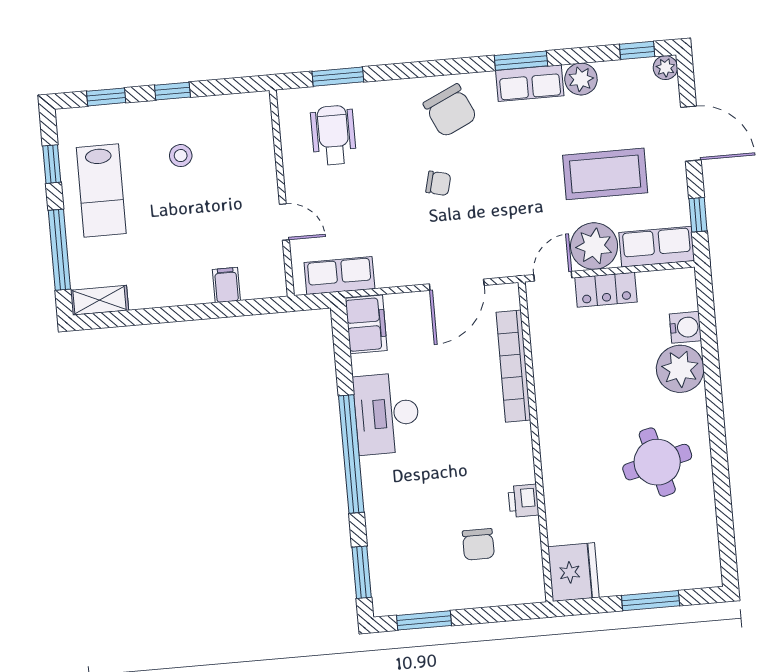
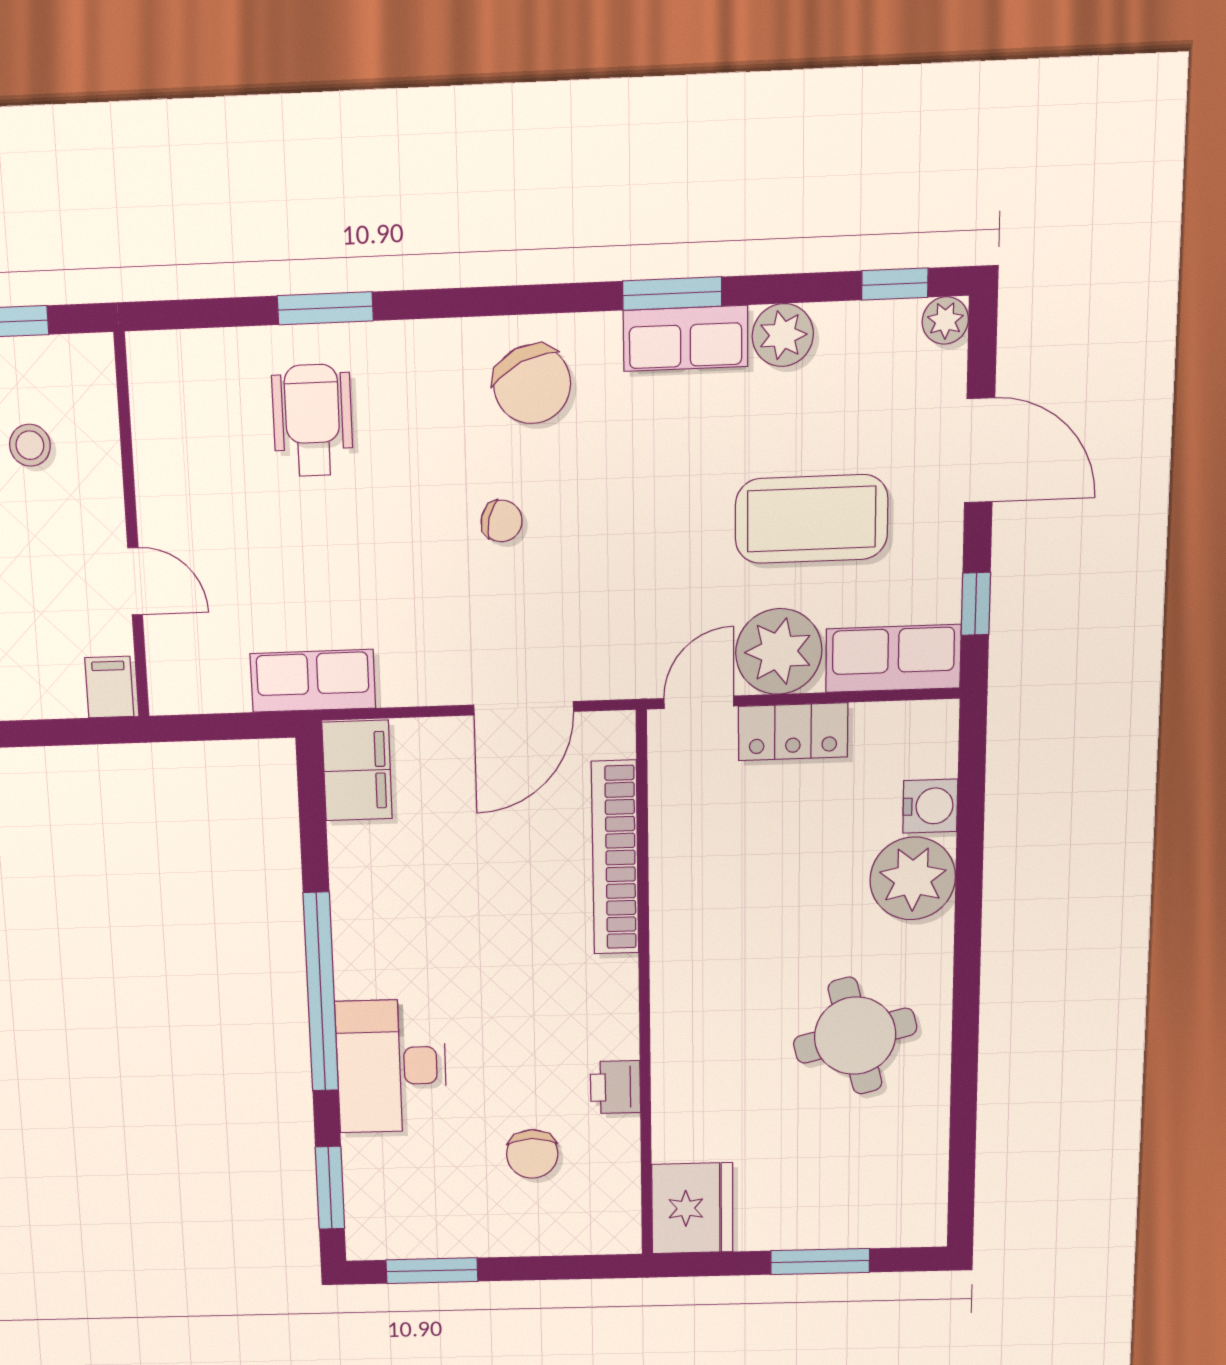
wall: (282, 193) -> (132, 528), moved
door: (284, 222) -> (135, 581), moved
desk: (387, 414) -> (391, 1066), moved

